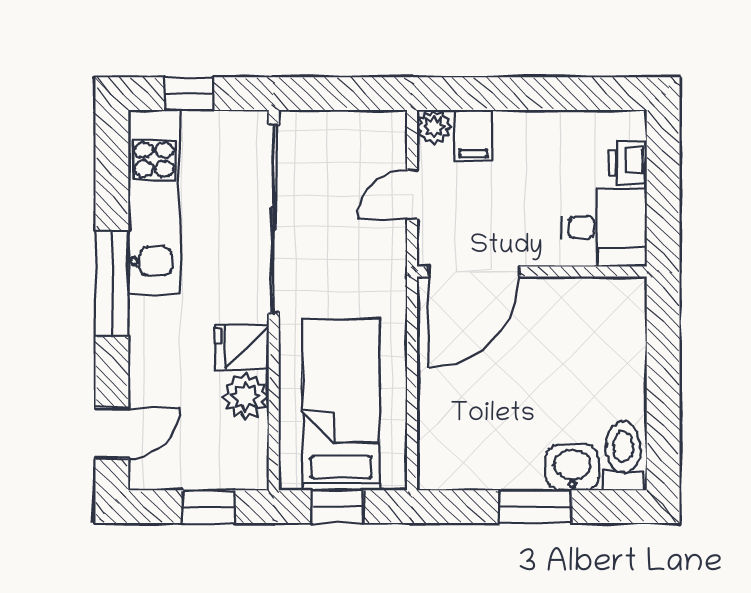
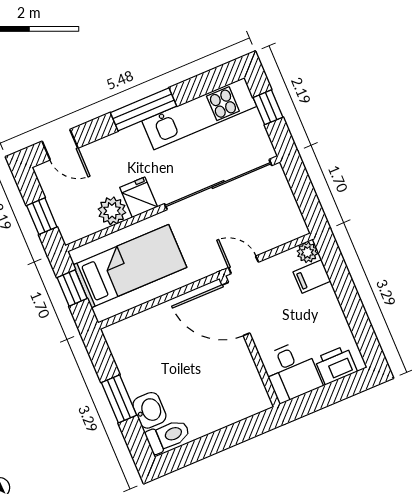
printer: (628, 163) -> (336, 365), width x1.36, depth x1.24
door: (412, 195) -> (243, 265), moved

